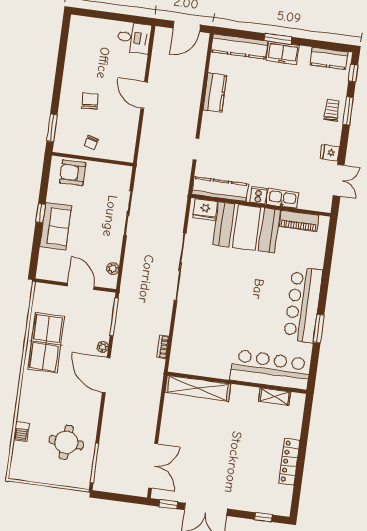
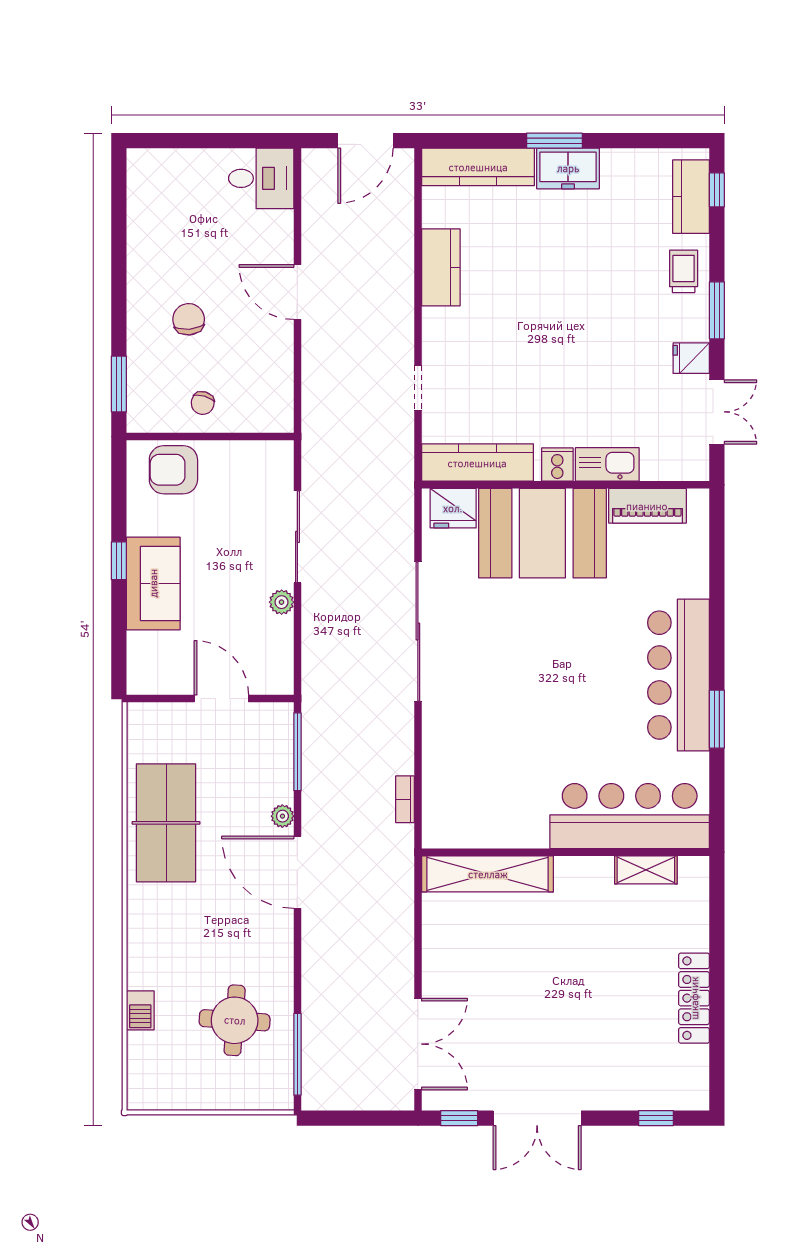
kitchen counter: (329, 58) -> (691, 197), moved, turned 90
window: (348, 111) -> (717, 310), moved
plant: (113, 268) -> (282, 602), moved

